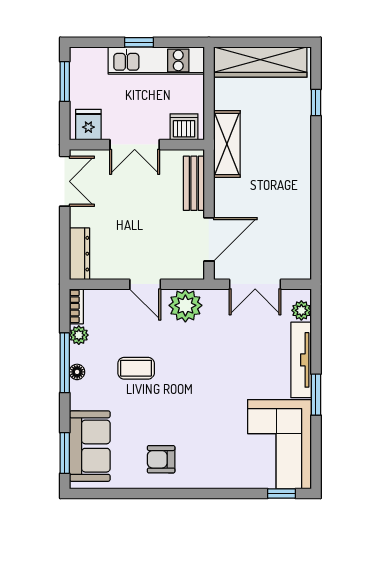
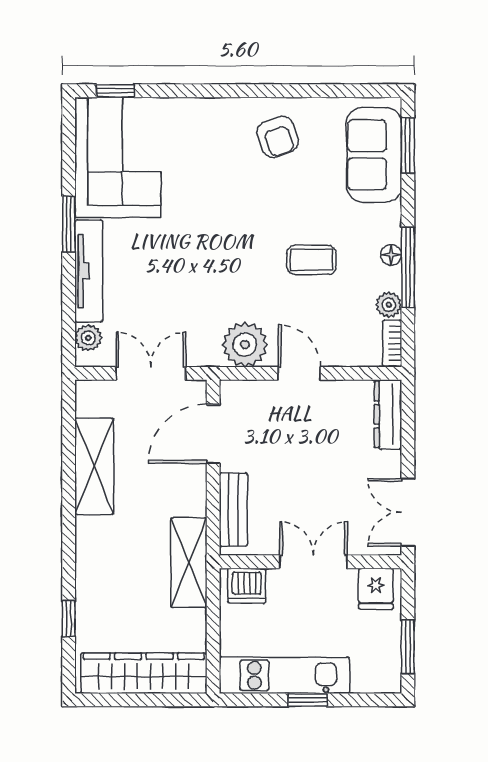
shelving: (297, 215) -> (94, 466), added
armchair: (161, 459) -> (278, 137), turned 70

